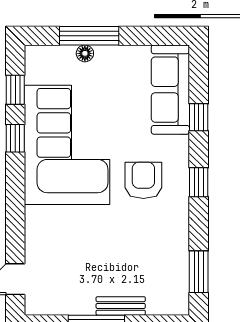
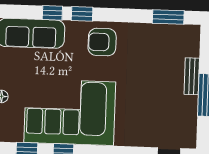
armchair: (143, 180) -> (102, 42), moved
window: (199, 182) -> (82, 14), moved

